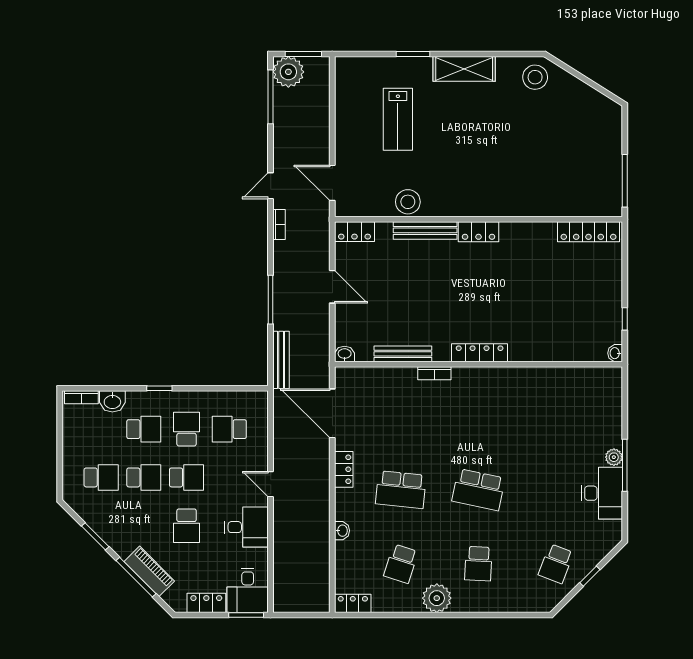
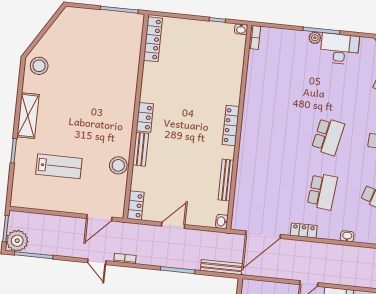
bench: (425, 230) -> (141, 149), width x0.73
bookcase: (434, 373) -> (255, 37), moved

